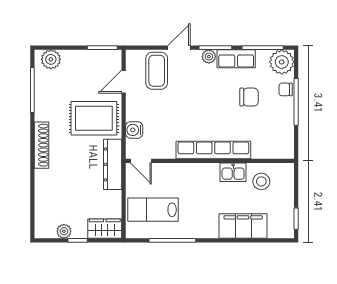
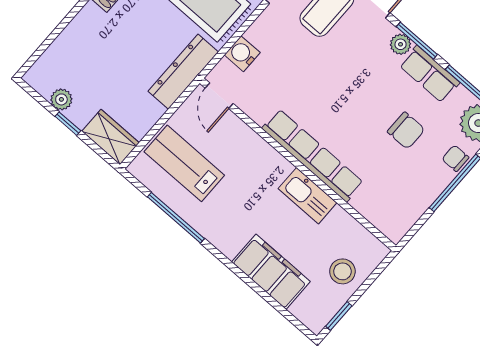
kitchen sink: (233, 172) -> (307, 196), width x1.38
stool: (261, 181) -> (342, 271), moved

